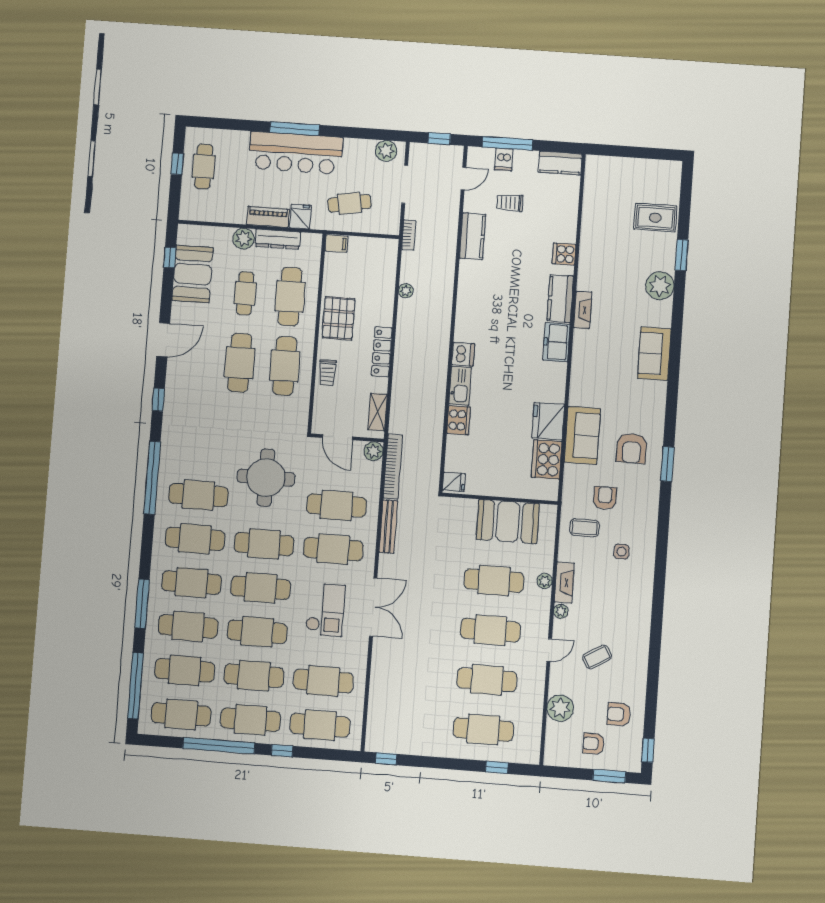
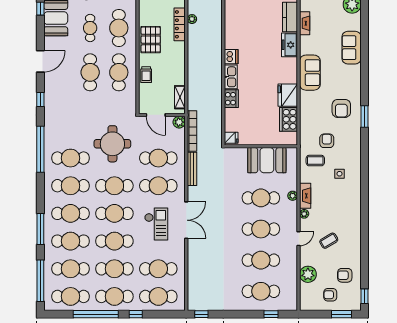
locker: (382, 352) -> (180, 24), moved
sofa: (582, 435) -> (310, 73), moved

